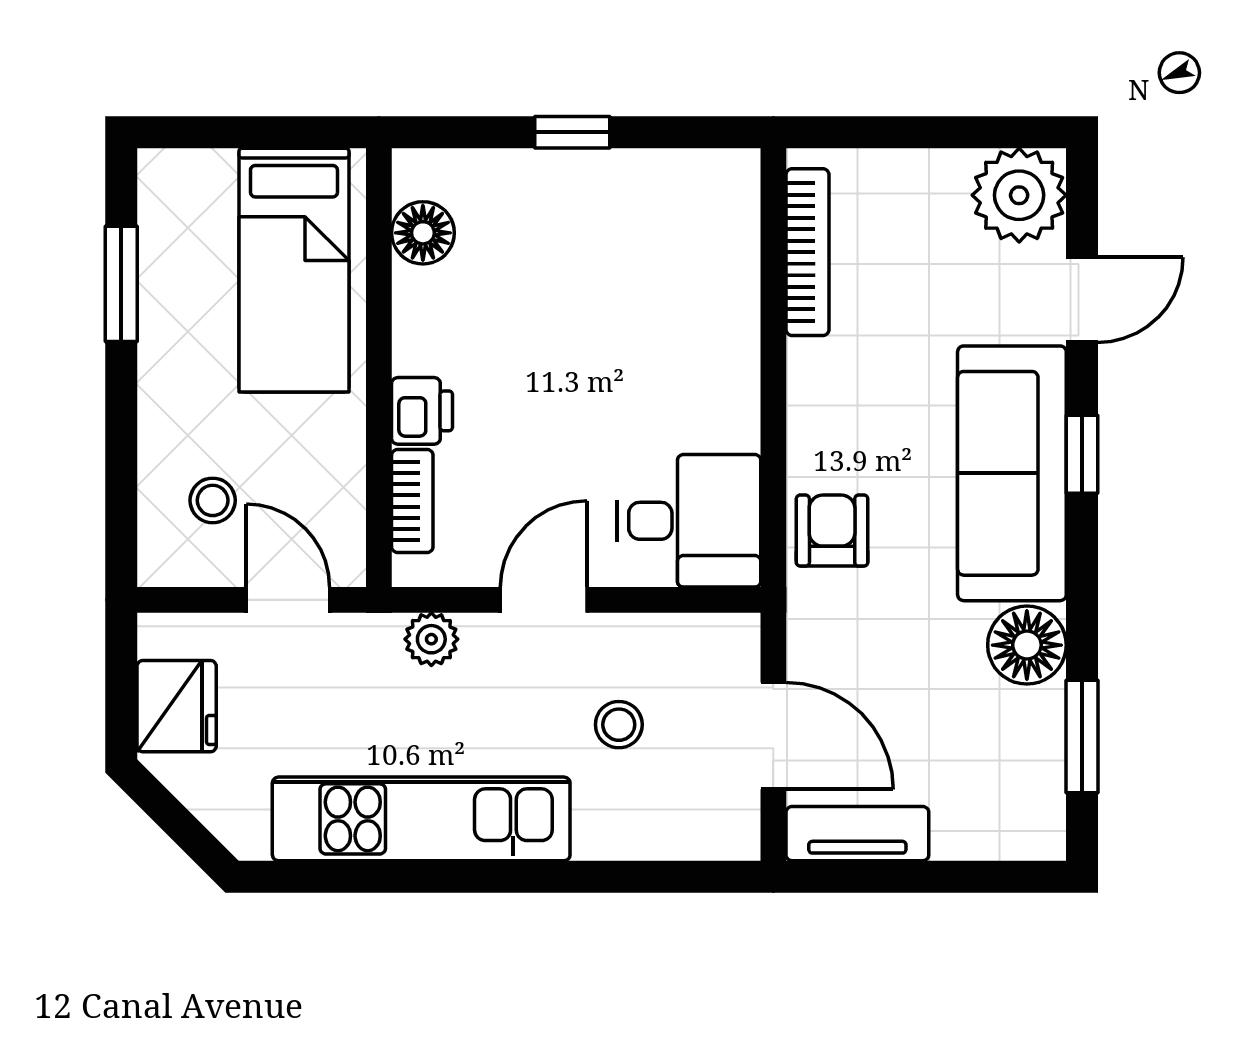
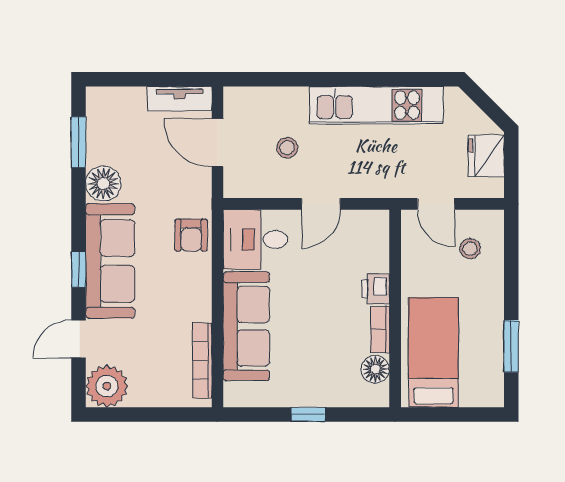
sofa: (709, 328) -> (246, 326), added
bookcase: (412, 501) -> (380, 330), moved
plant: (431, 639) -> (372, 186), removed

